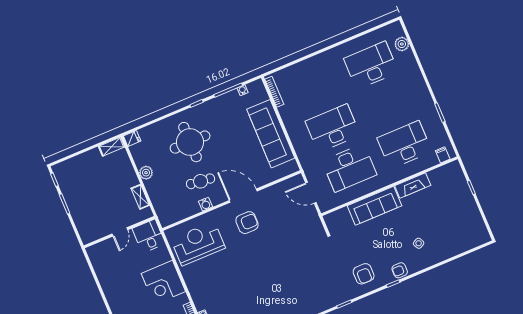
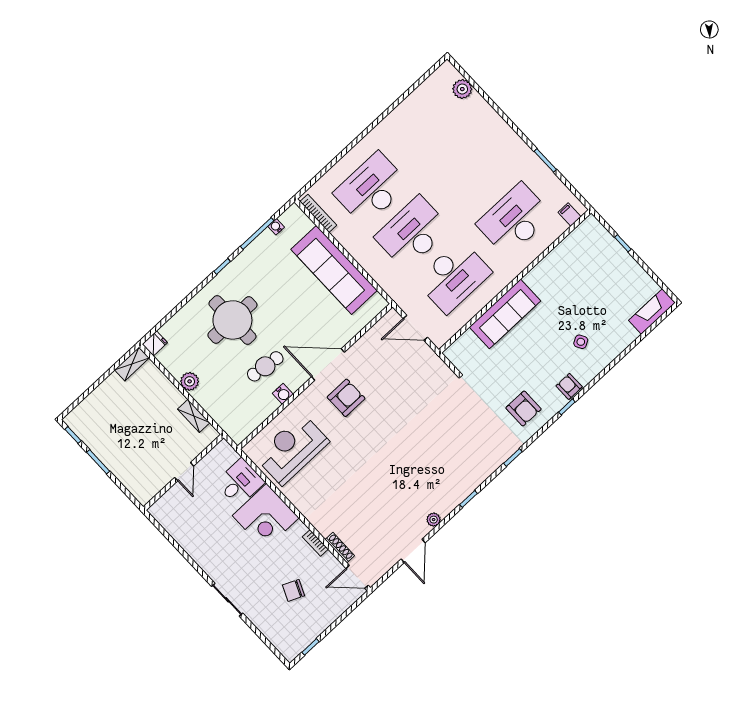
desk: (371, 65) -> (371, 189), moved
fireplace: (413, 186) -> (652, 312), moved, turned 180
desk: (149, 236) -> (240, 482), moved, turned 90
armchair: (400, 270) -> (569, 386), turned 90

